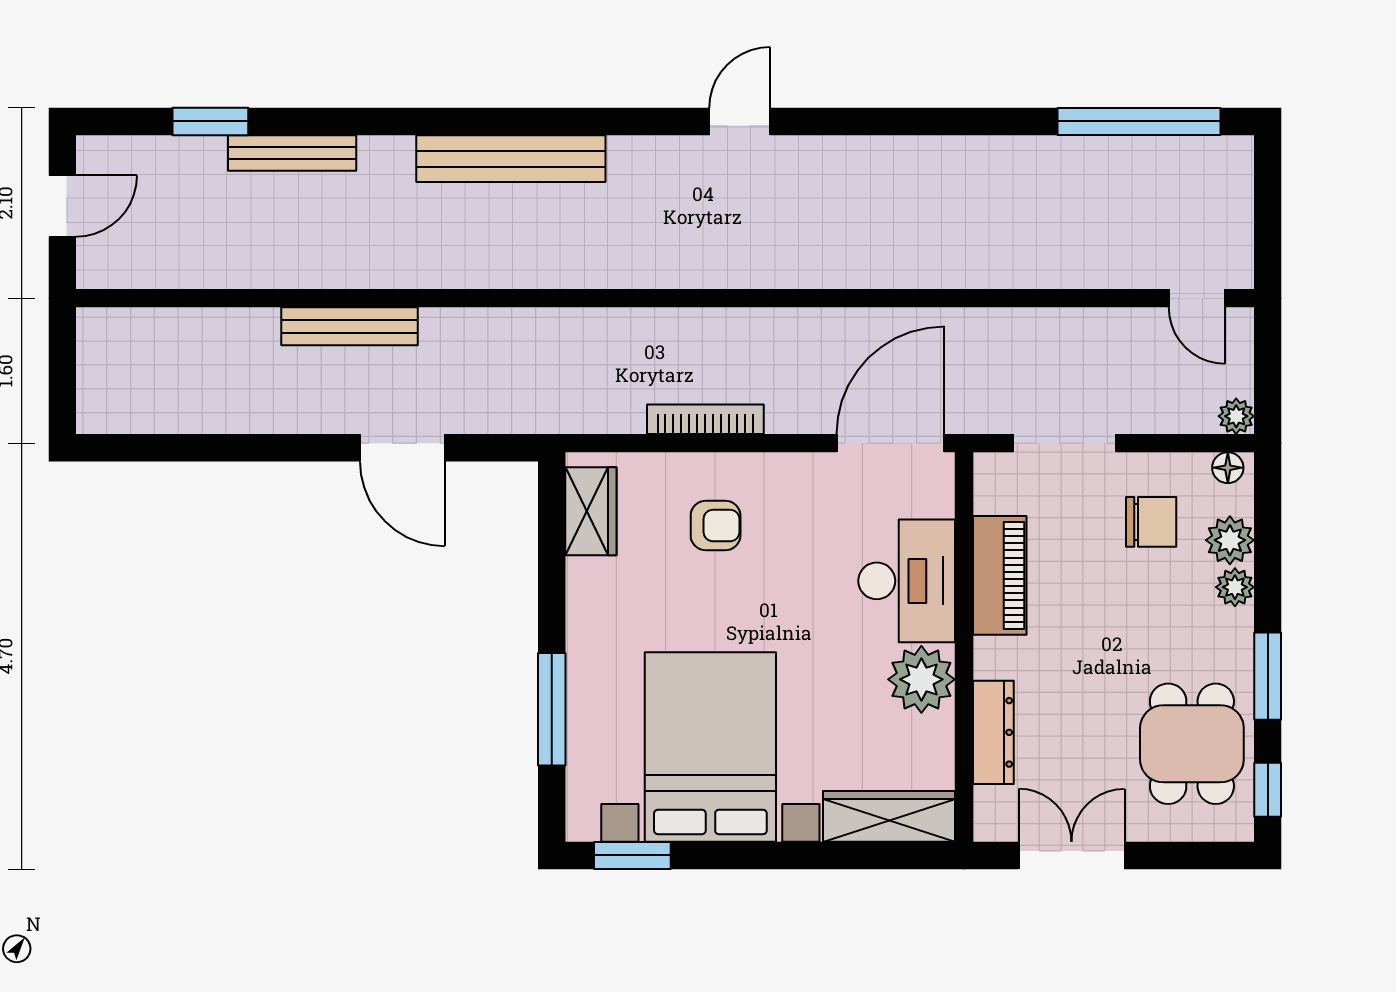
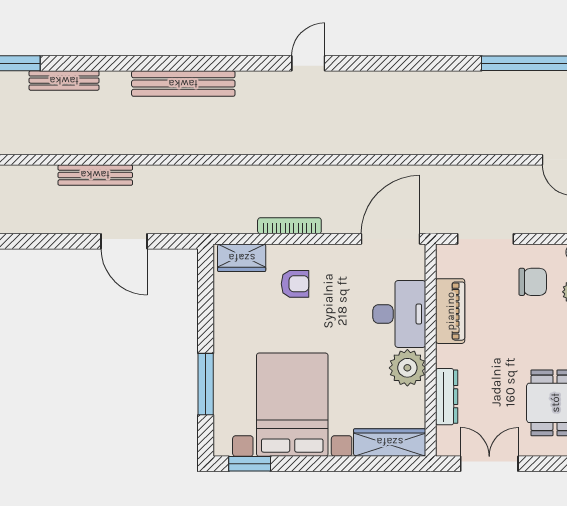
wardrobe: (591, 511) -> (242, 258), moved, turned 90

